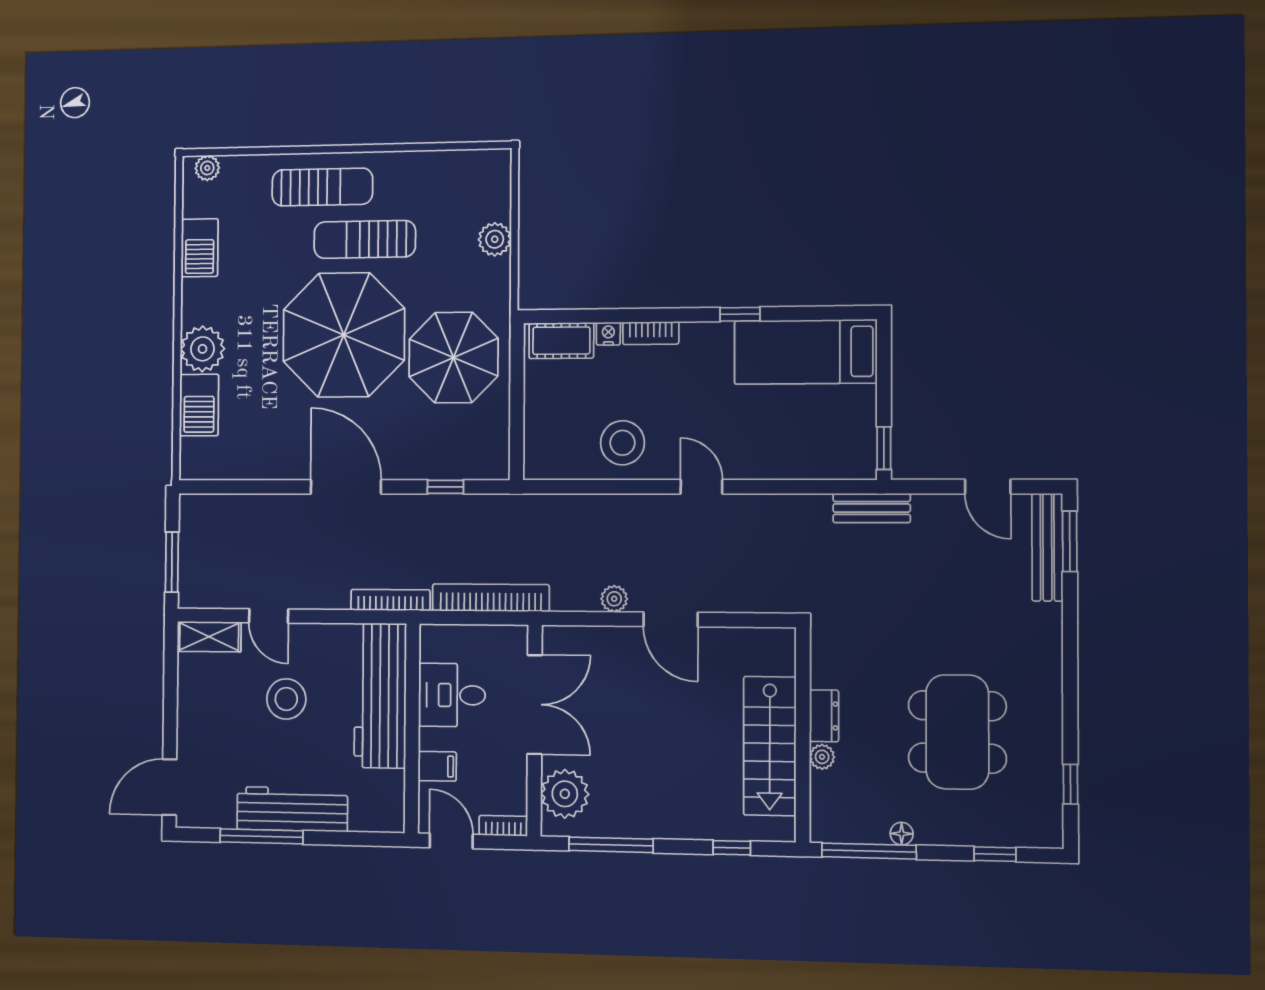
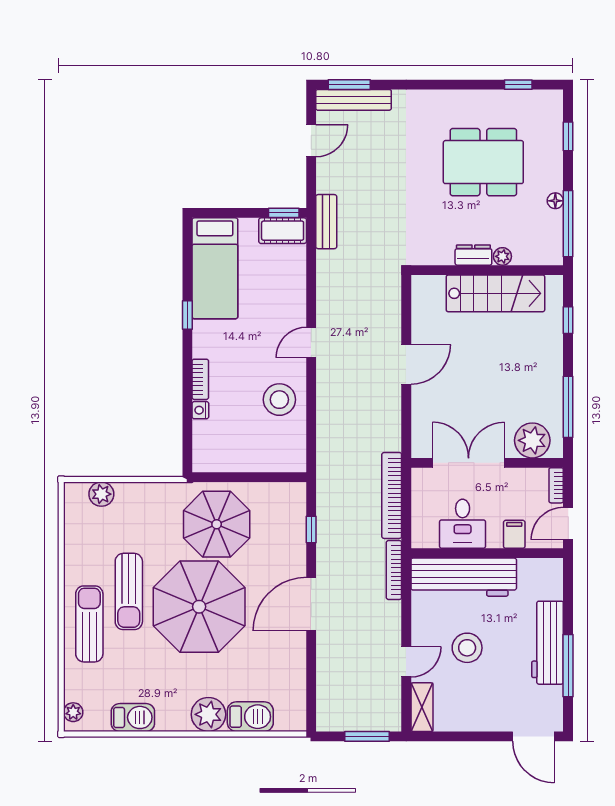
plant: (495, 239) -> (101, 494), moved
cot: (561, 341) -> (283, 231), moved, turned 90
plant: (614, 599) -> (392, 405), removed

